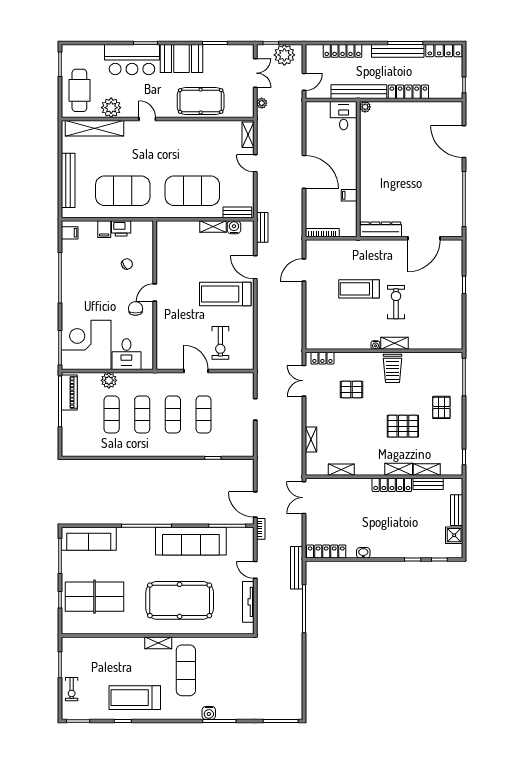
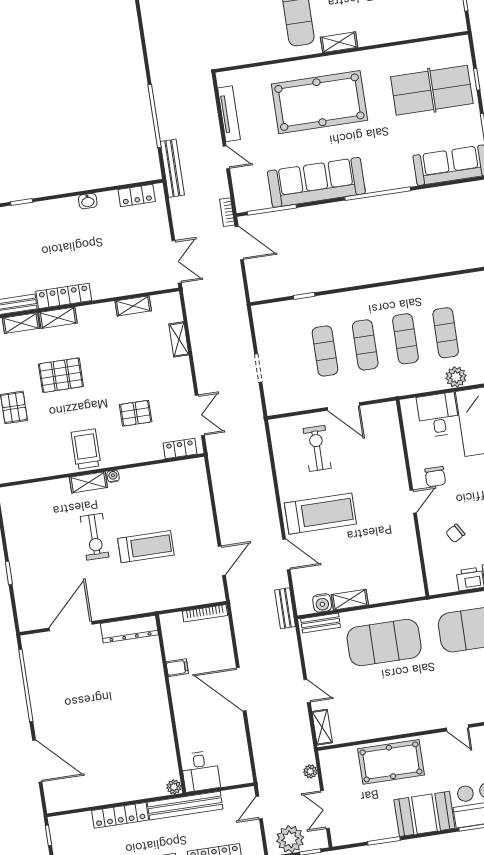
locker: (326, 552) -> (137, 195), width x0.66

